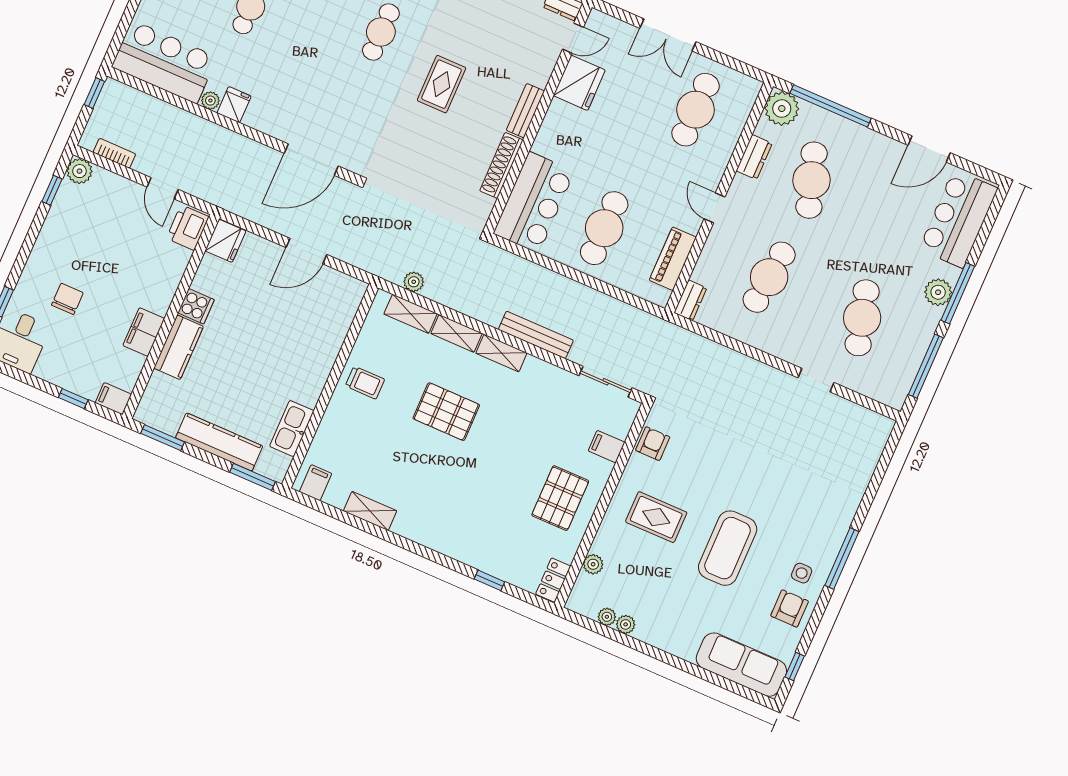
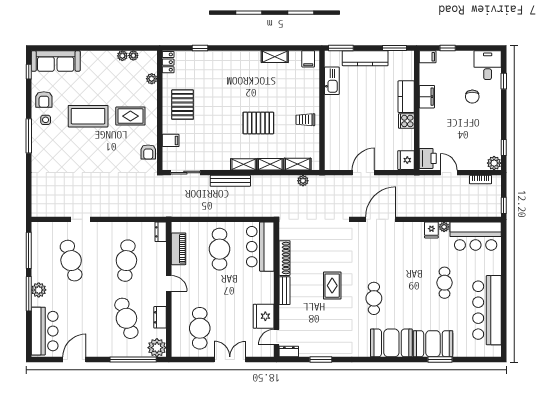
coffee table: (728, 548) -> (88, 116), turned 90

